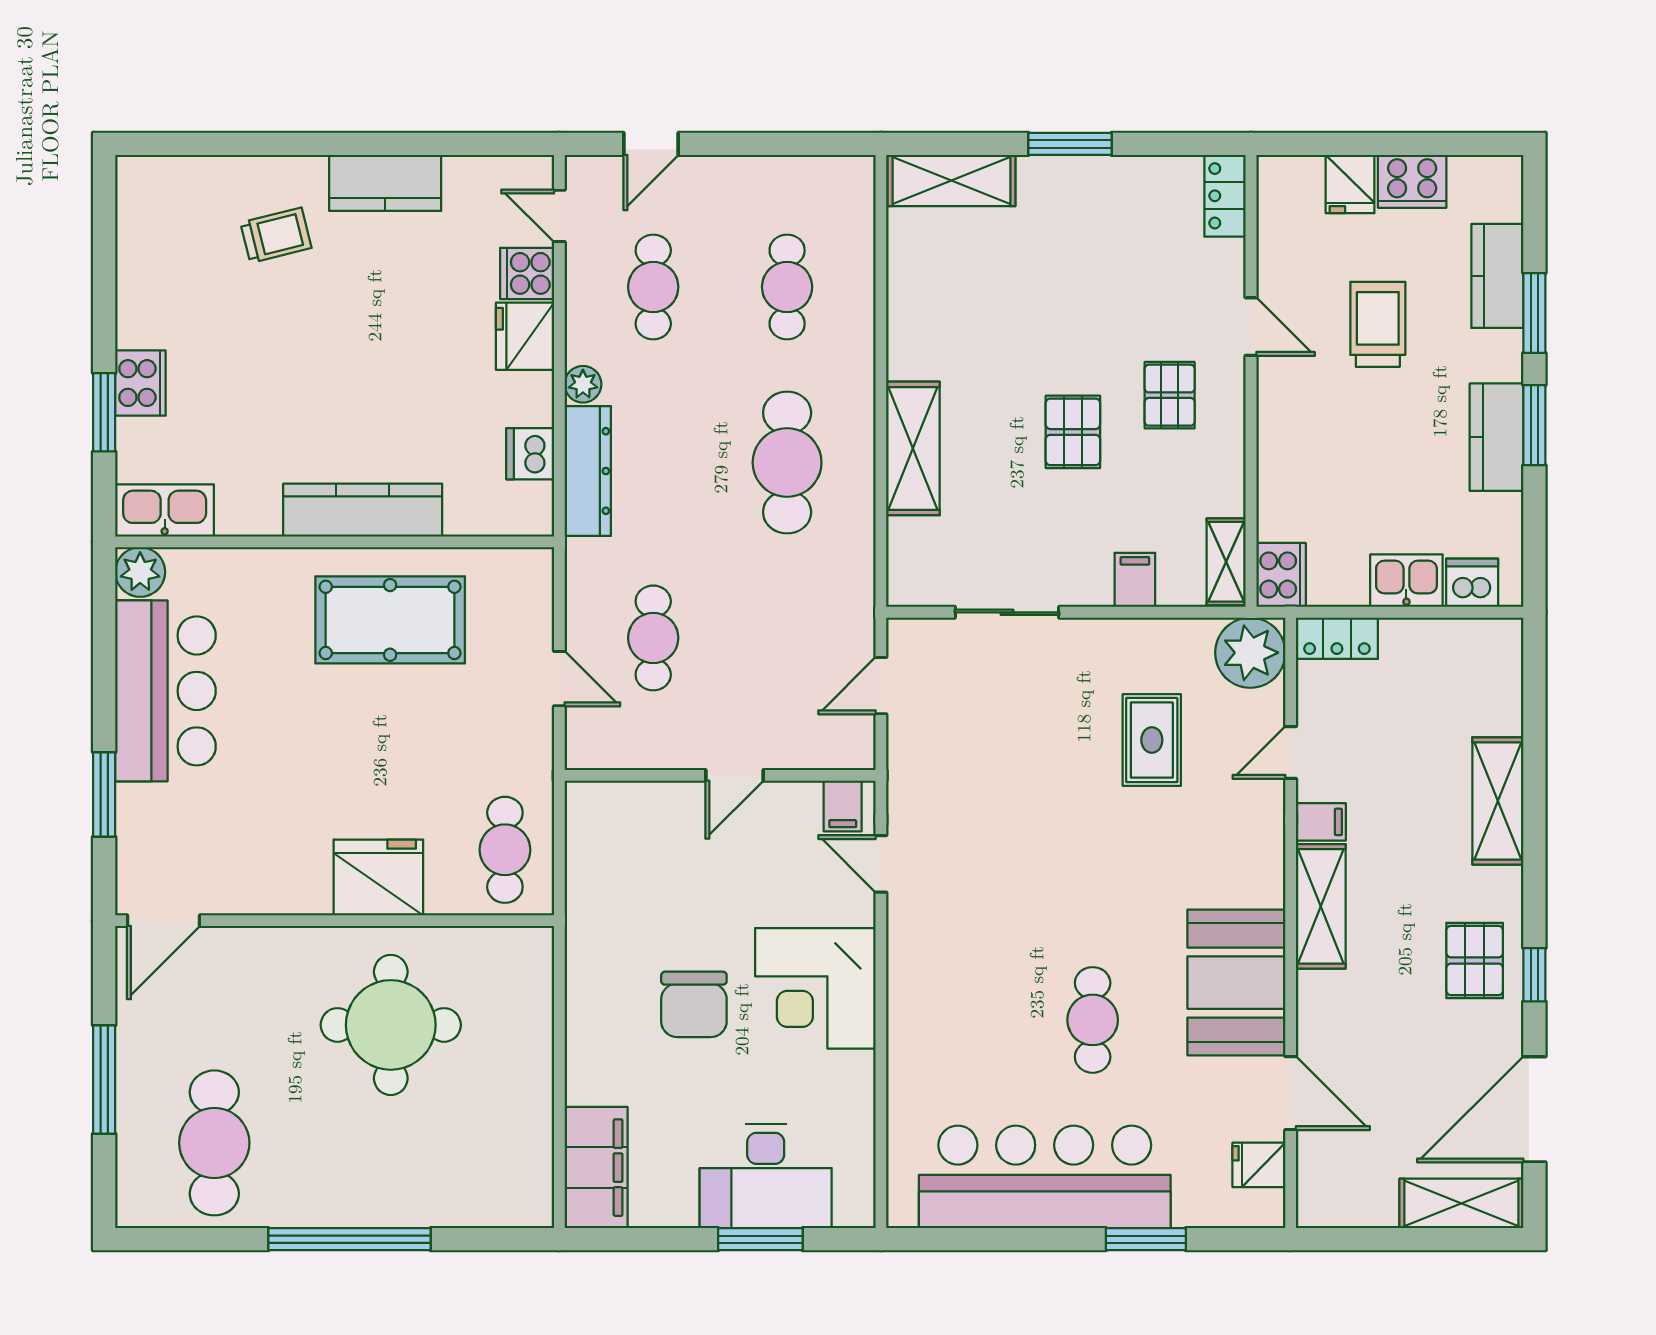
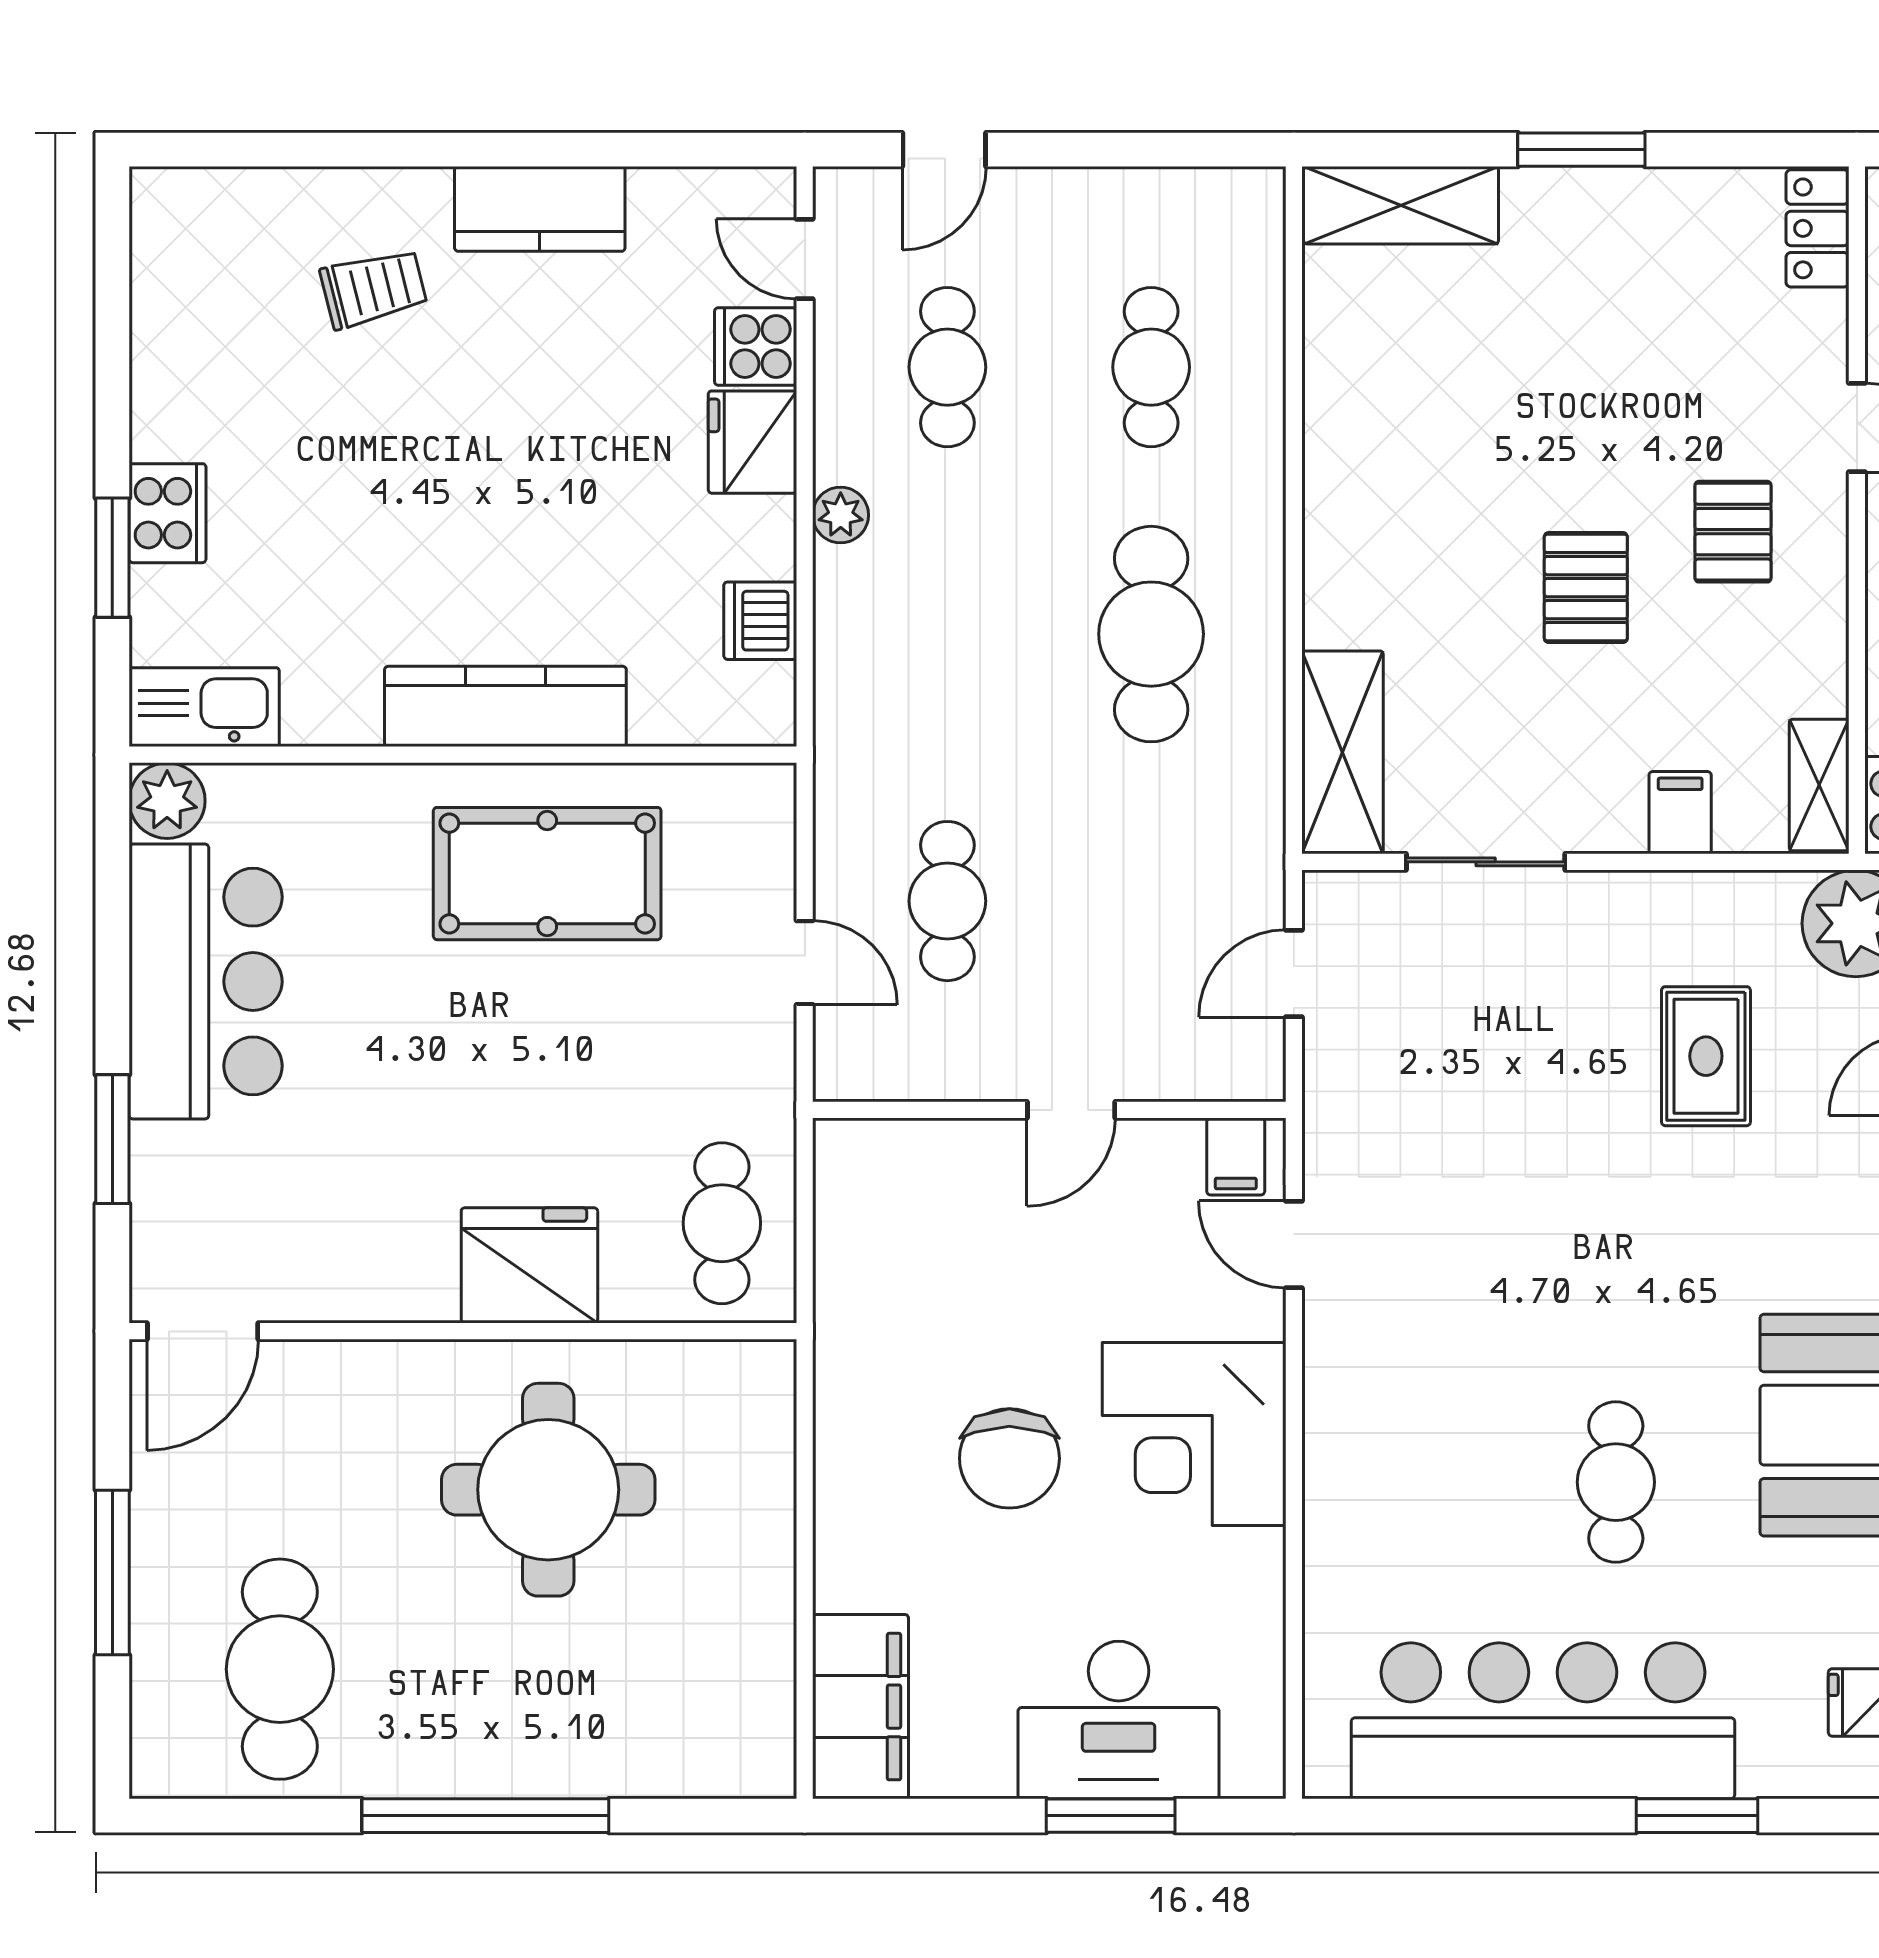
shelving: (913, 448) -> (1343, 752), moved
dresser: (588, 471) -> (848, 647), removed

